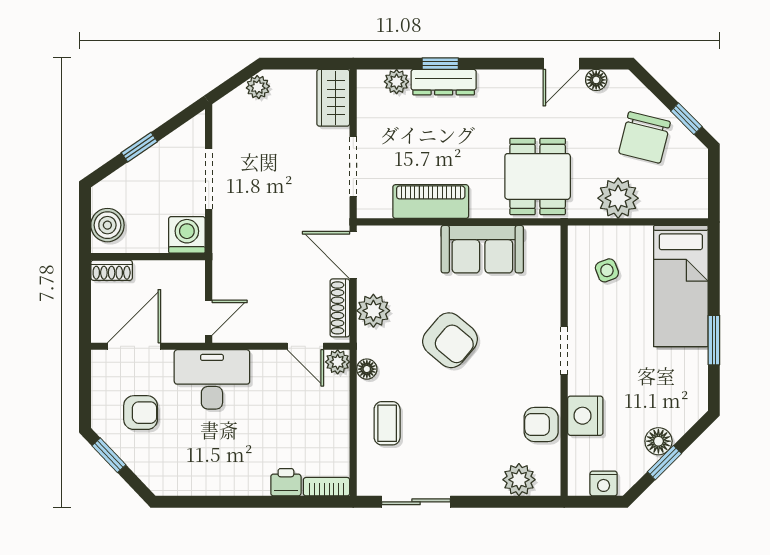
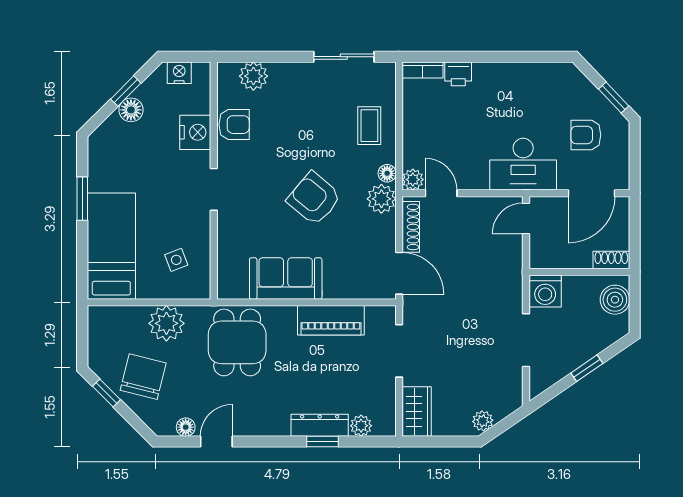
plant: (373, 311) -> (381, 199), moved

